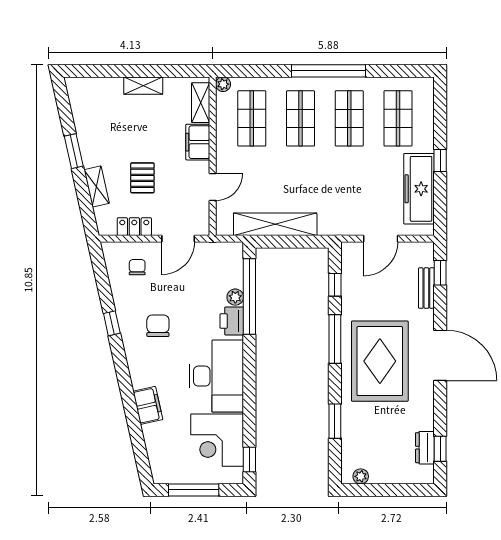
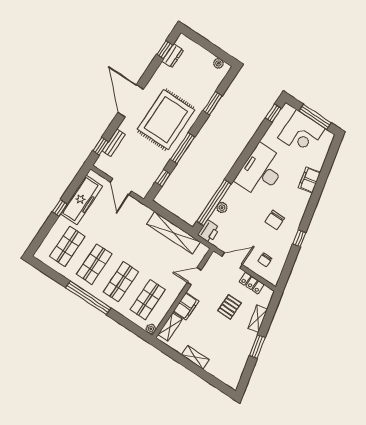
door: (381, 239) -> (121, 187), swing flipped
printer: (232, 321) -> (209, 231), moved
corner desk: (217, 440) -> (301, 133), moved, turned 90

